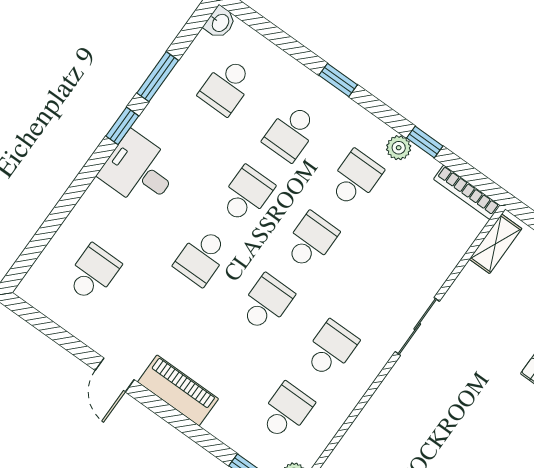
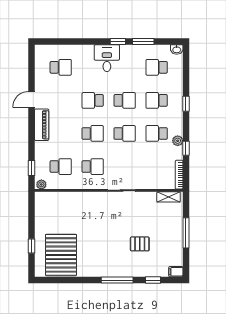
school desk: (355, 179) -> (157, 133), turned 180

